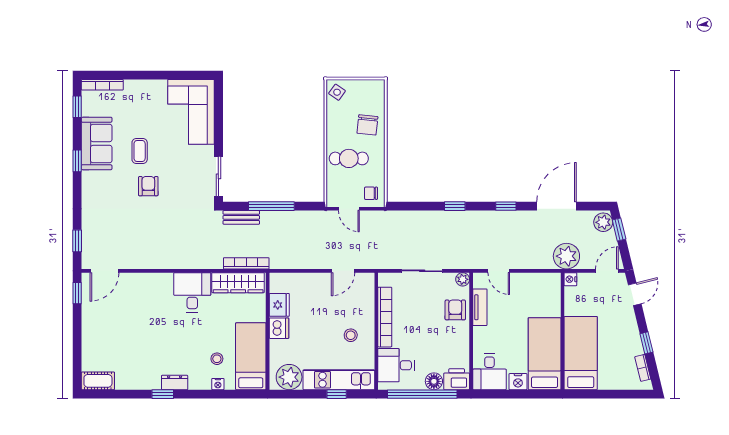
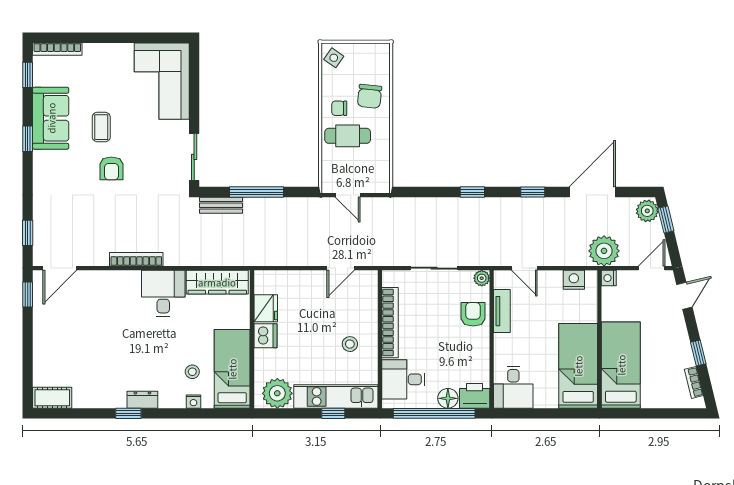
armchair: (148, 186) -> (111, 168), turned 180
chair: (371, 193) -> (339, 108), moved
bookcase: (246, 263) -> (136, 259), moved
nightstand: (518, 382) -> (574, 280), moved, turned 180

